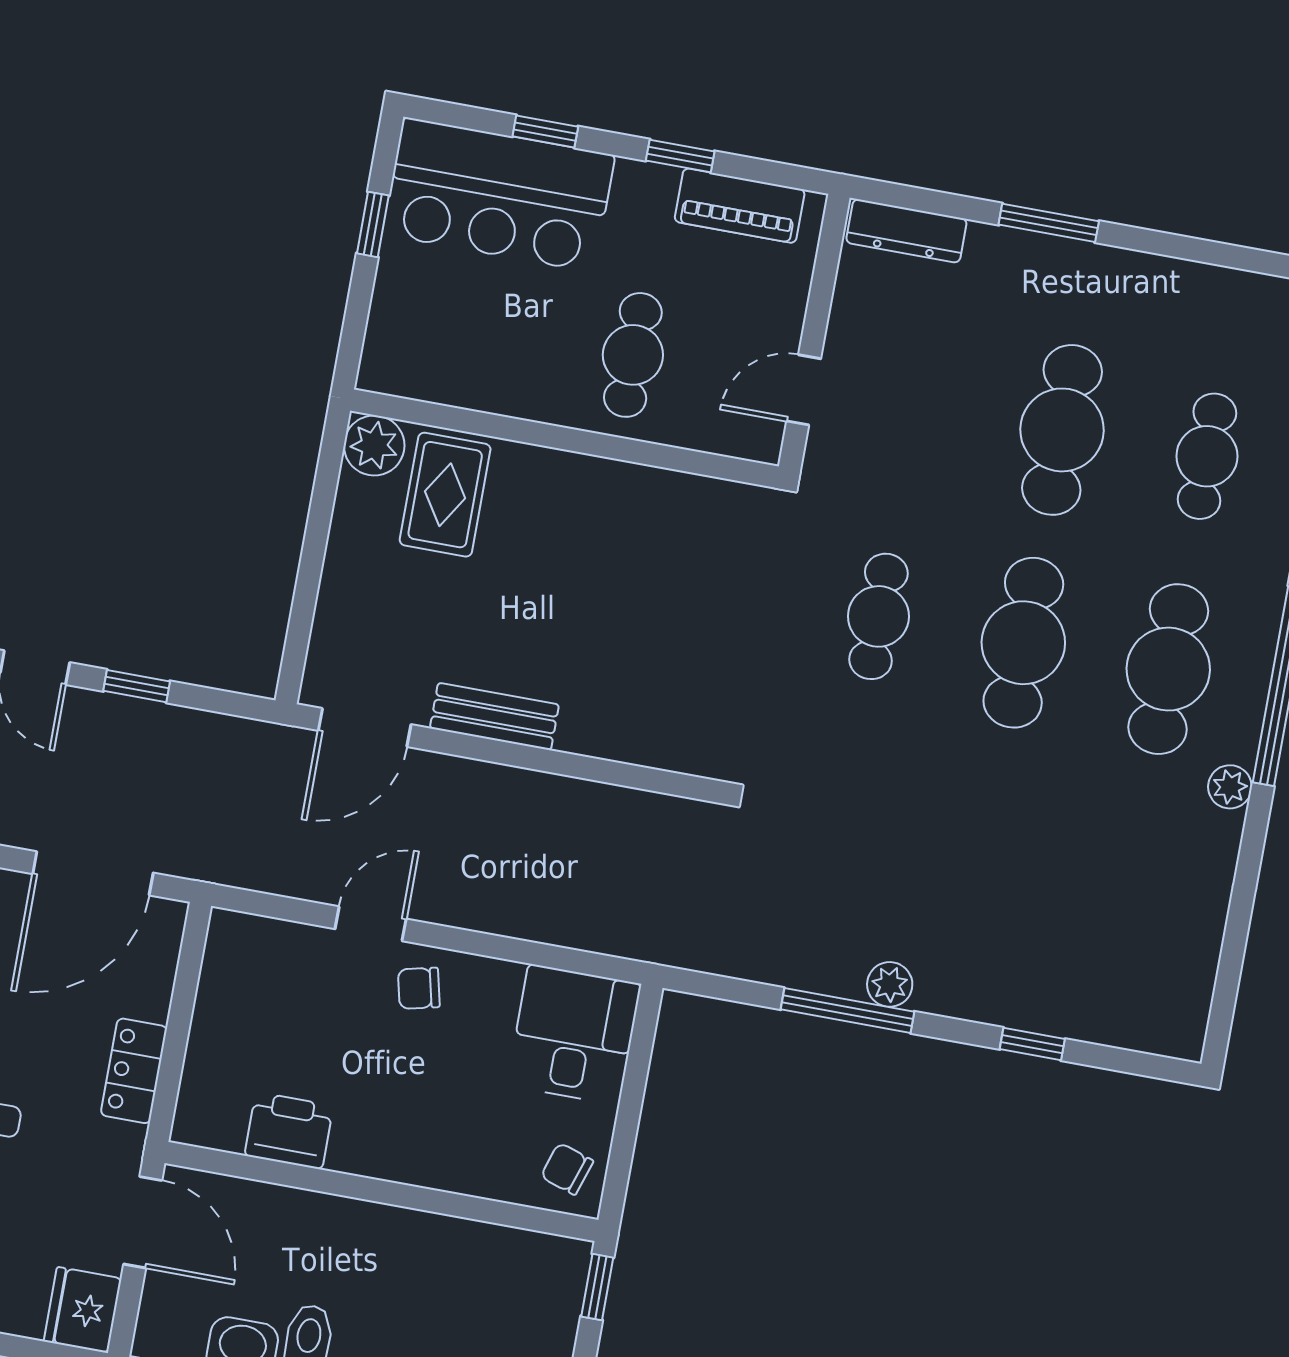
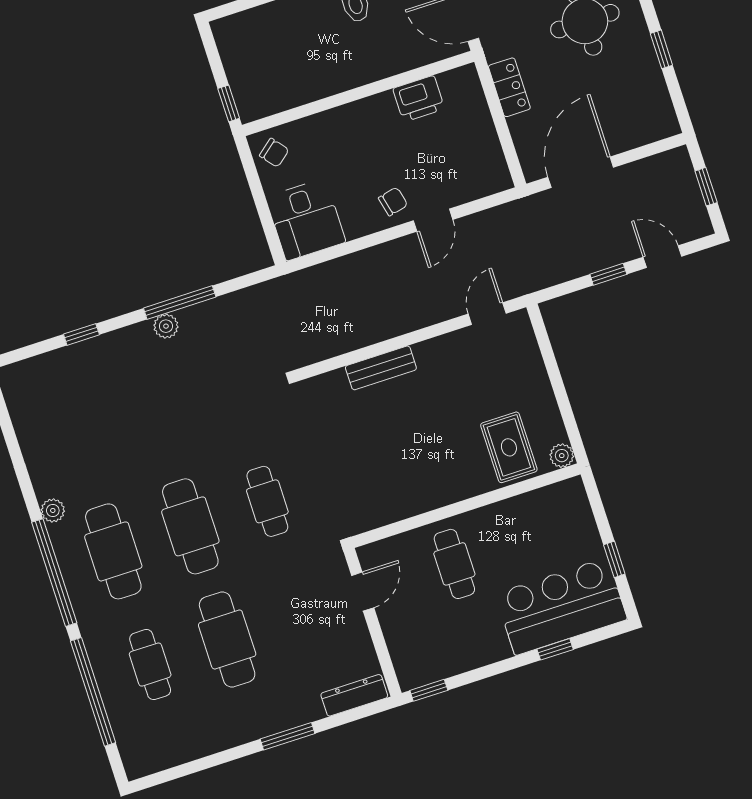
window: (680, 156) -> (429, 690), moved
piano: (740, 206) -> (442, 664), removed
plant: (374, 445) -> (562, 456), width x0.73, depth x0.73
bench: (494, 716) -> (381, 368), moved
door: (365, 728) -> (487, 314), width x0.73
chair: (567, 1169) -> (274, 153), turned 33

